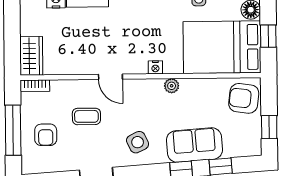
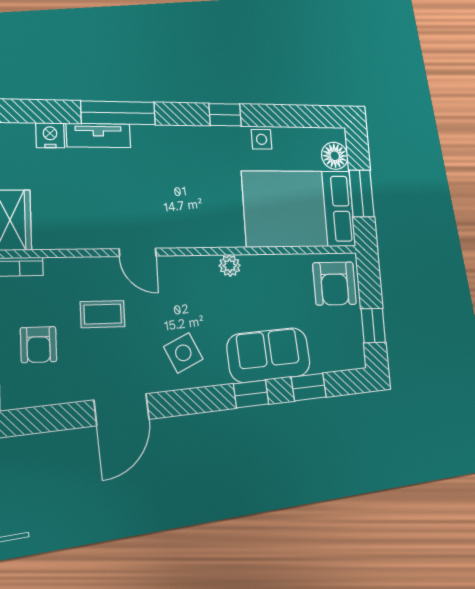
window: (268, 36) -> (362, 193), width x1.50
nightstand: (155, 67) -> (204, 238), removed
armchair: (244, 98) -> (334, 284), turned -97

